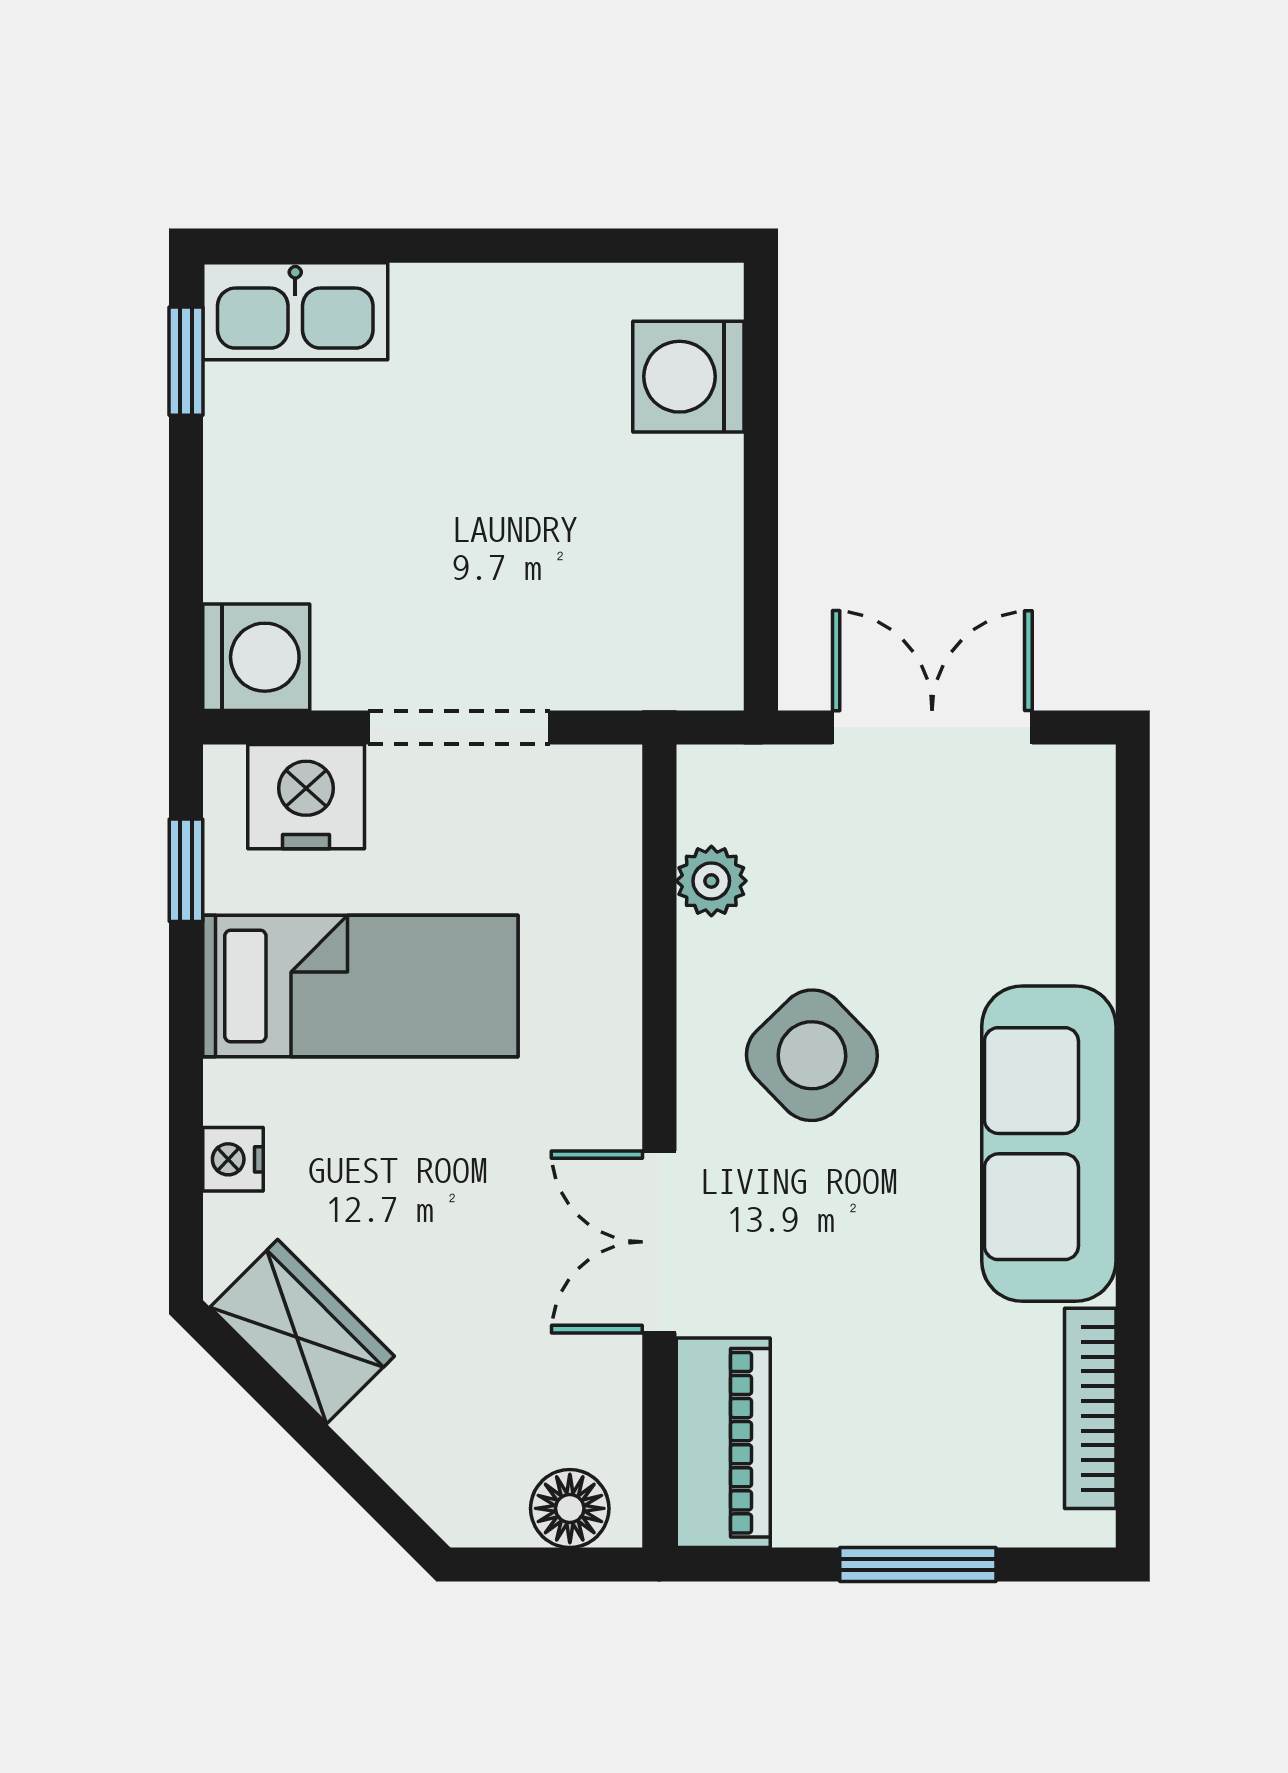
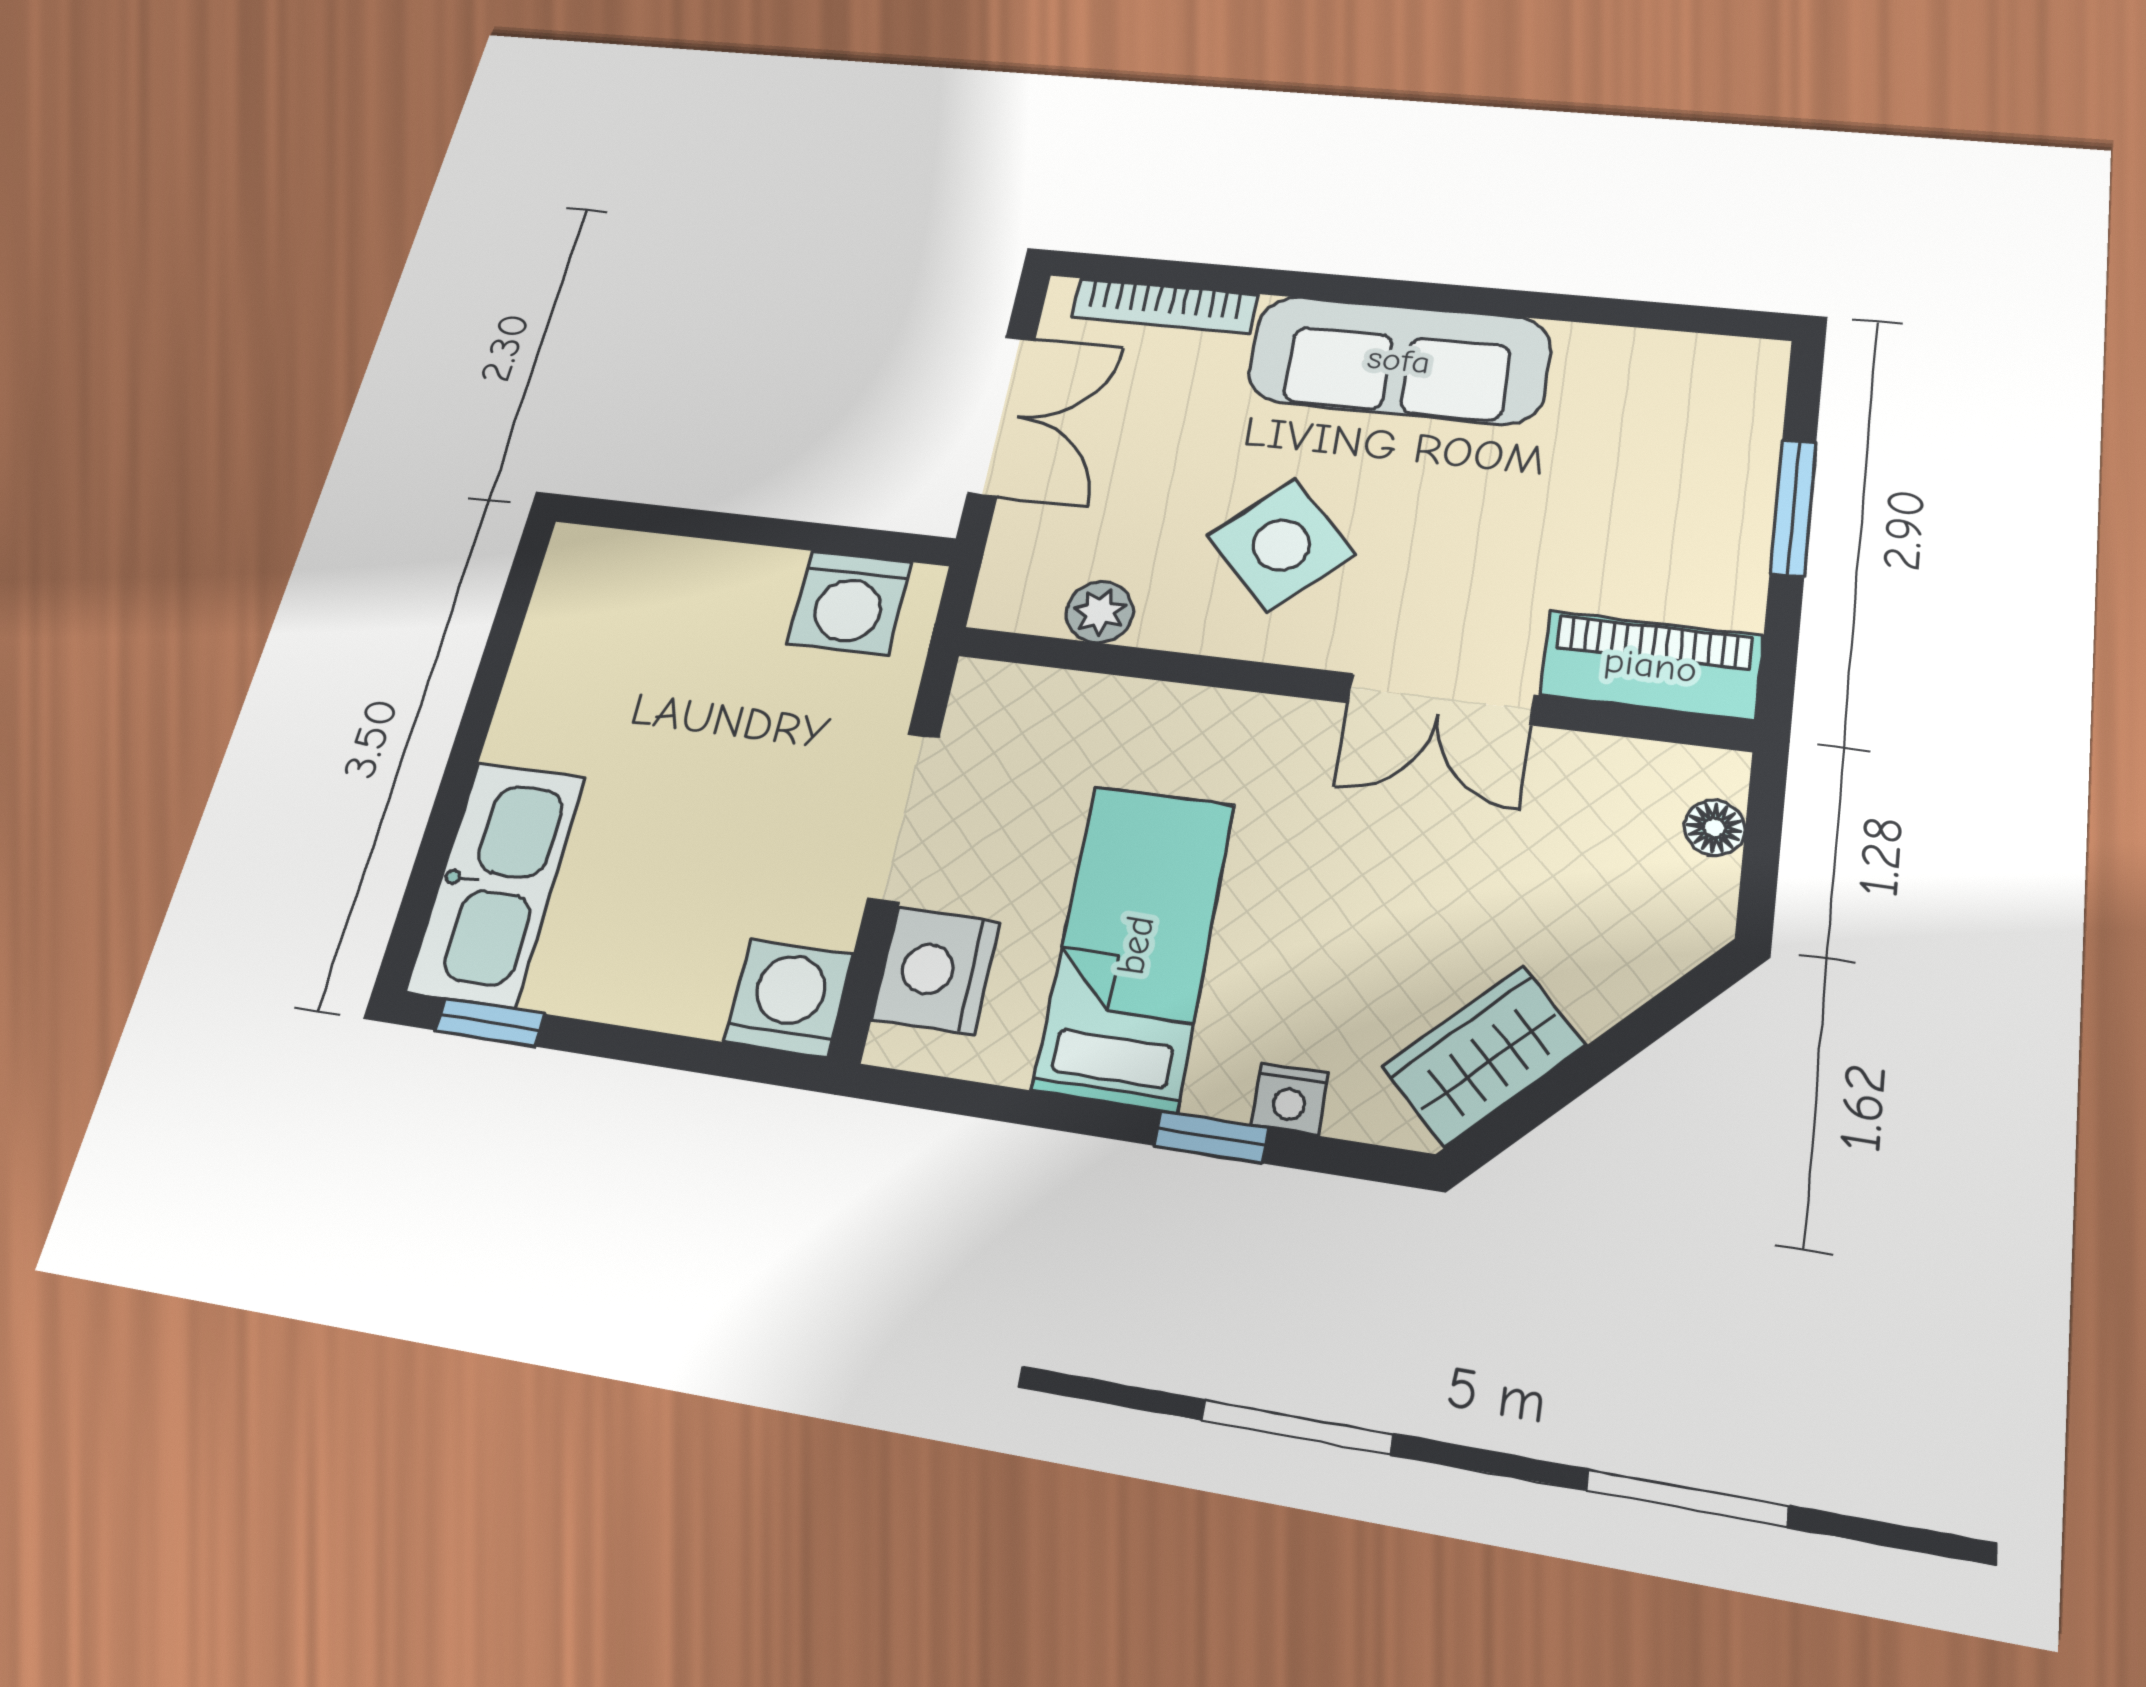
kitchen sink: (295, 311) -> (496, 883), width x1.36, depth x1.24
washing machine: (688, 377) -> (850, 603), moved
double door: (932, 727) -> (1002, 415), swing flipped
window: (186, 870) -> (1211, 1137), moved
bookcase: (1090, 1408) -> (1164, 306), moved
floor lamp: (570, 1508) -> (1715, 828), width x0.73, depth x0.73

